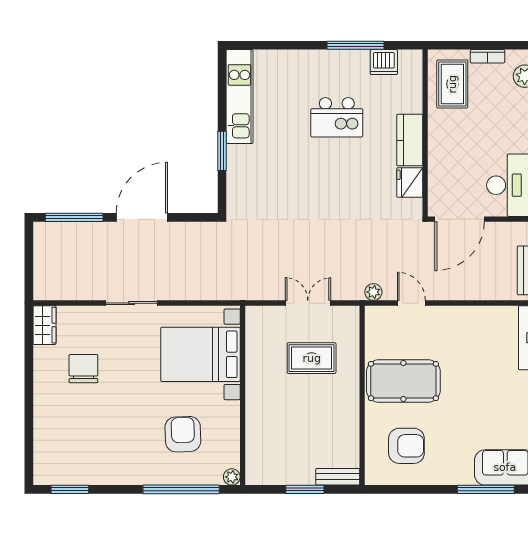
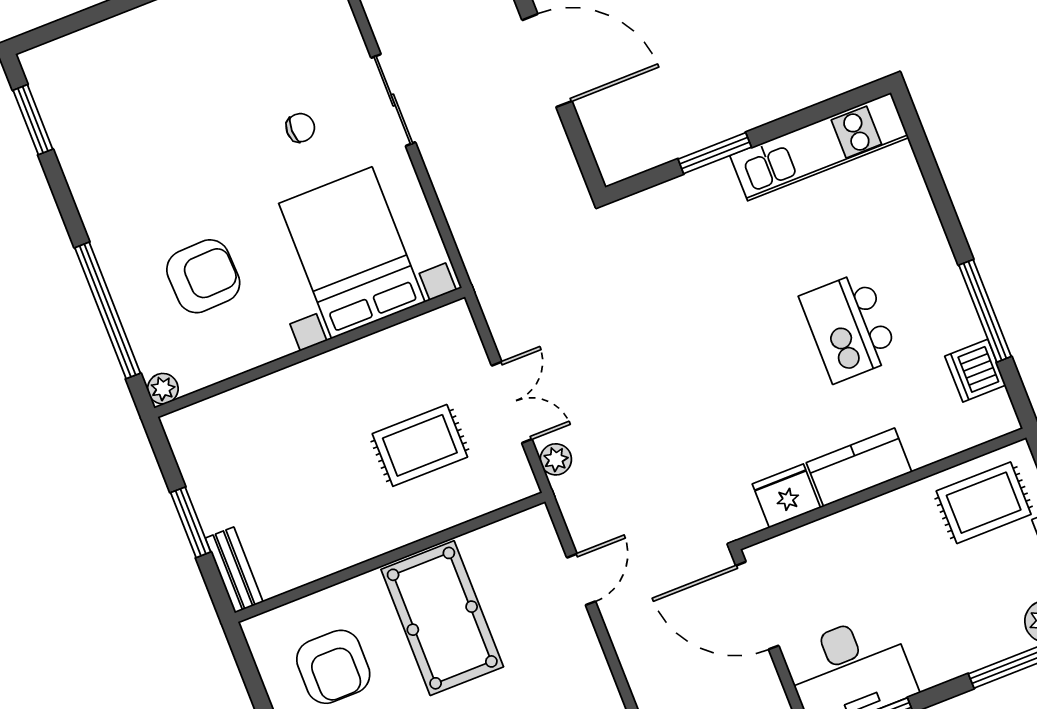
plant: (373, 292) -> (556, 459), moved
rug: (312, 358) -> (420, 445), turned 90
chair: (83, 369) -> (300, 128), moved, width x0.54, depth x0.54

